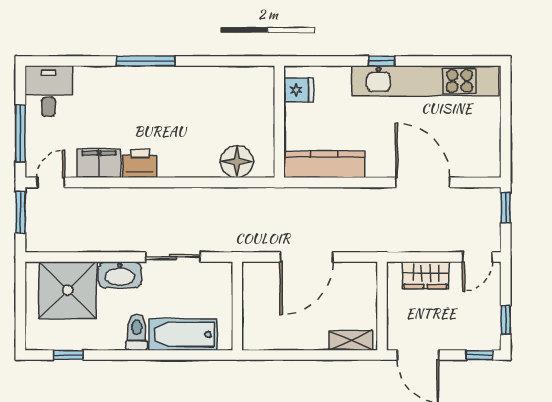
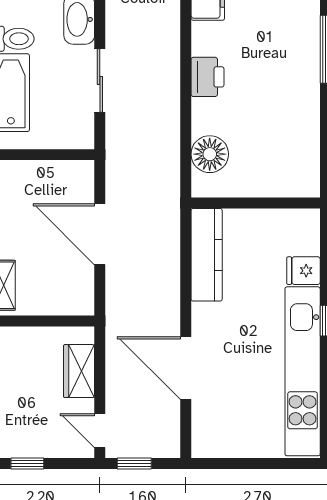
fridge: (298, 90) -> (303, 271), moved, turned 90
printer: (140, 164) -> (207, 77), moved
door: (423, 182) -> (186, 368), swing flipped
window: (506, 208) -> (134, 463), moved

